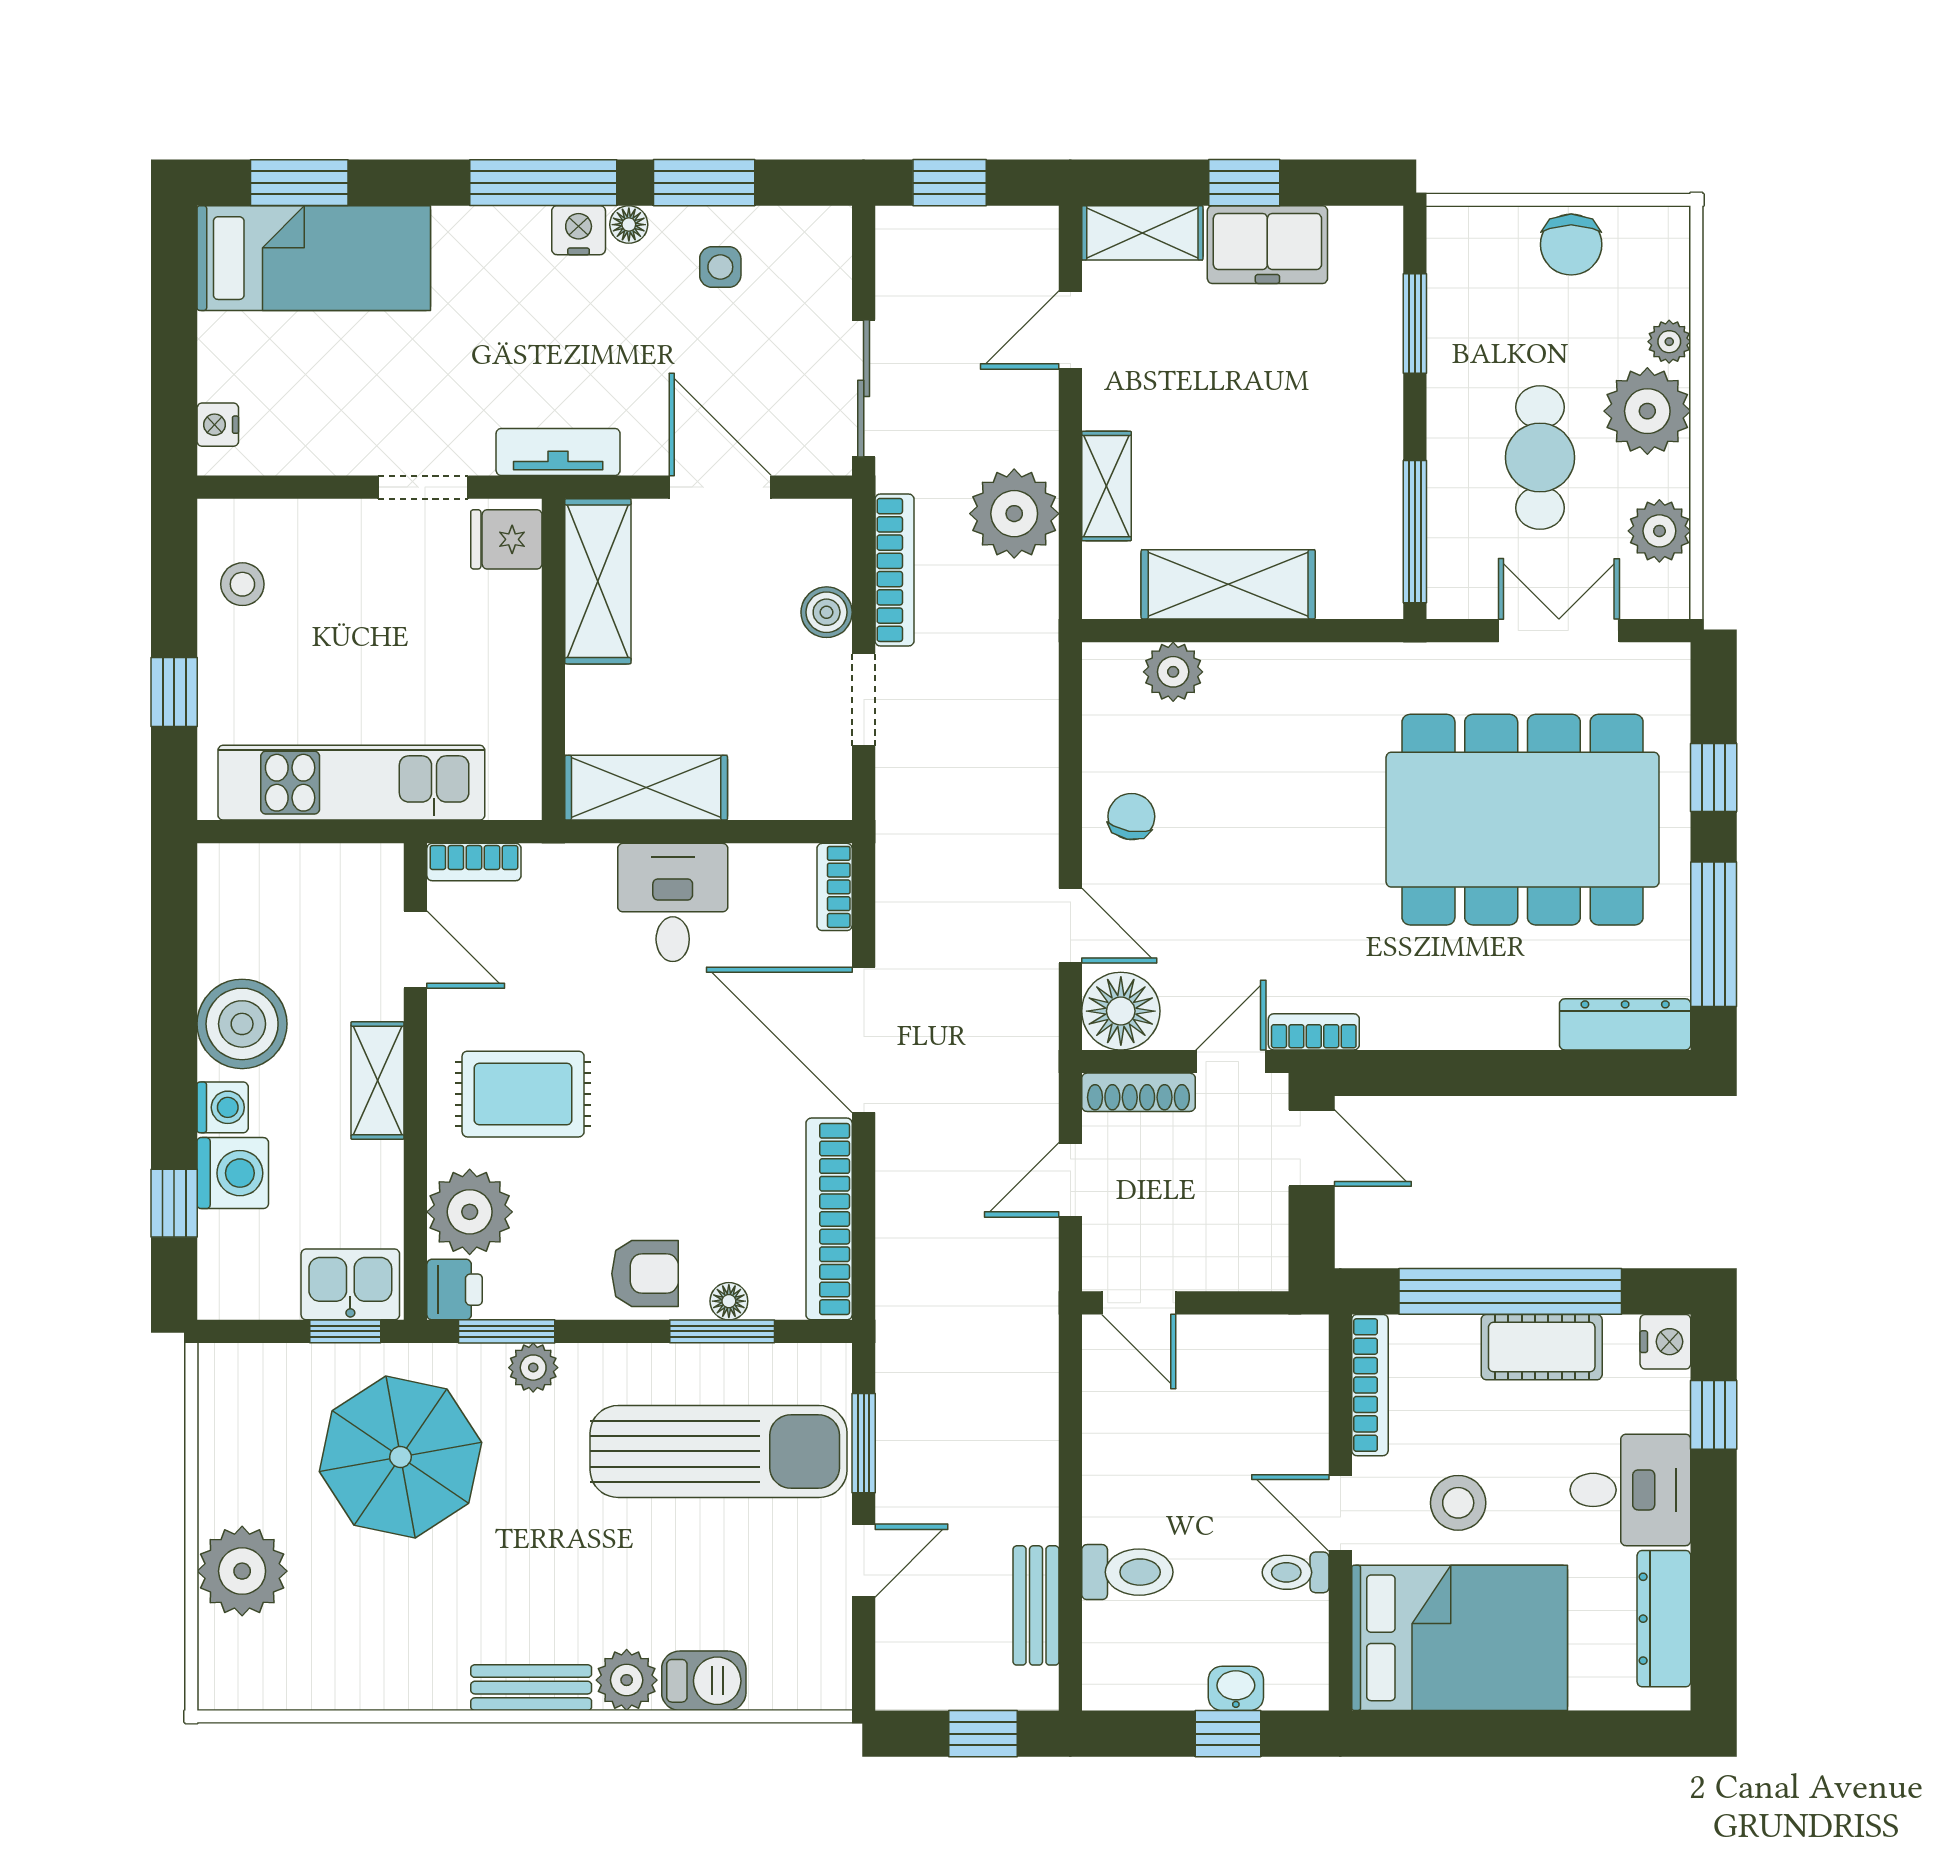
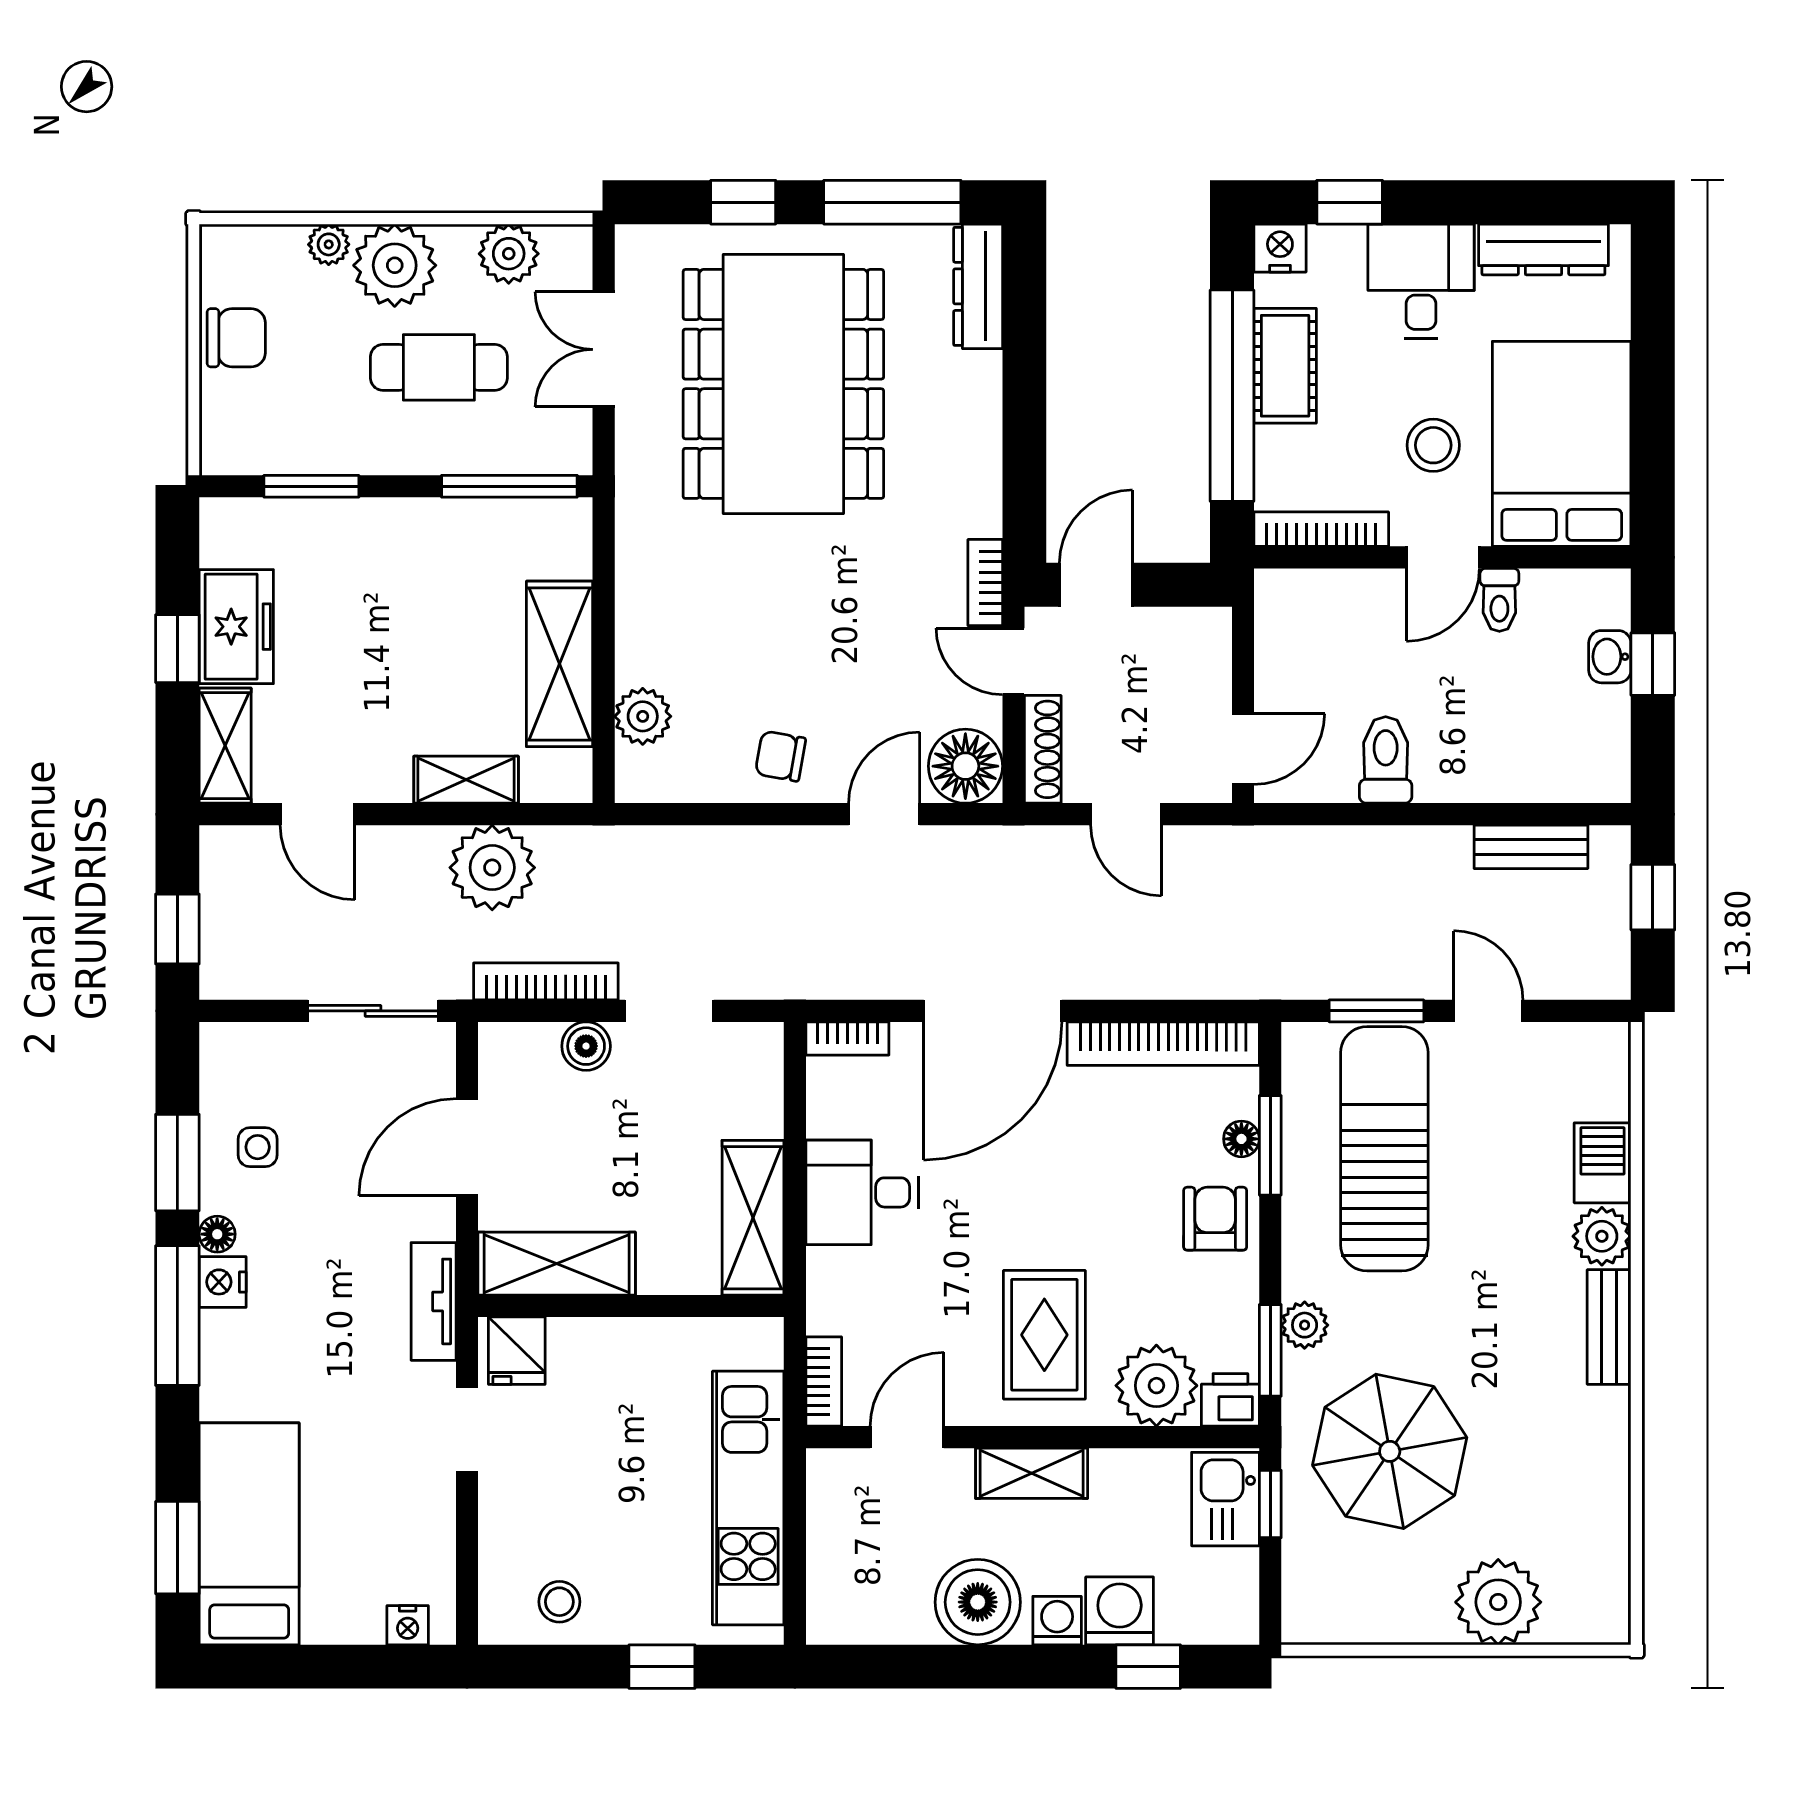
toilet: (1127, 1572) -> (1386, 760), moved

